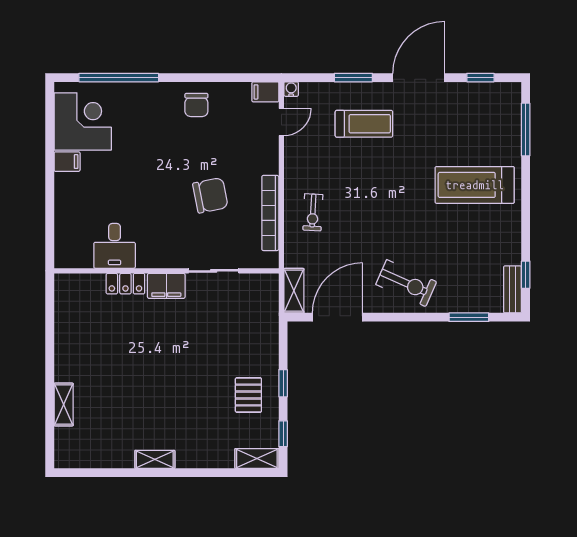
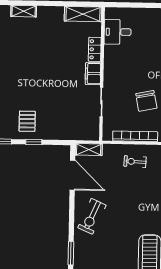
desk: (115, 246) -> (118, 32), moved
shelving: (66, 305) -> (83, 14), added
pallet: (248, 395) -> (27, 121), turned 90

